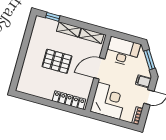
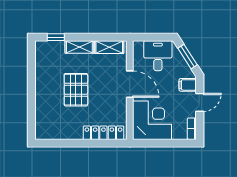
desk: (123, 52) -> (158, 56), width x0.73
pallet: (57, 61) -> (76, 90), turned 90
door: (99, 68) -> (130, 84), swing flipped

